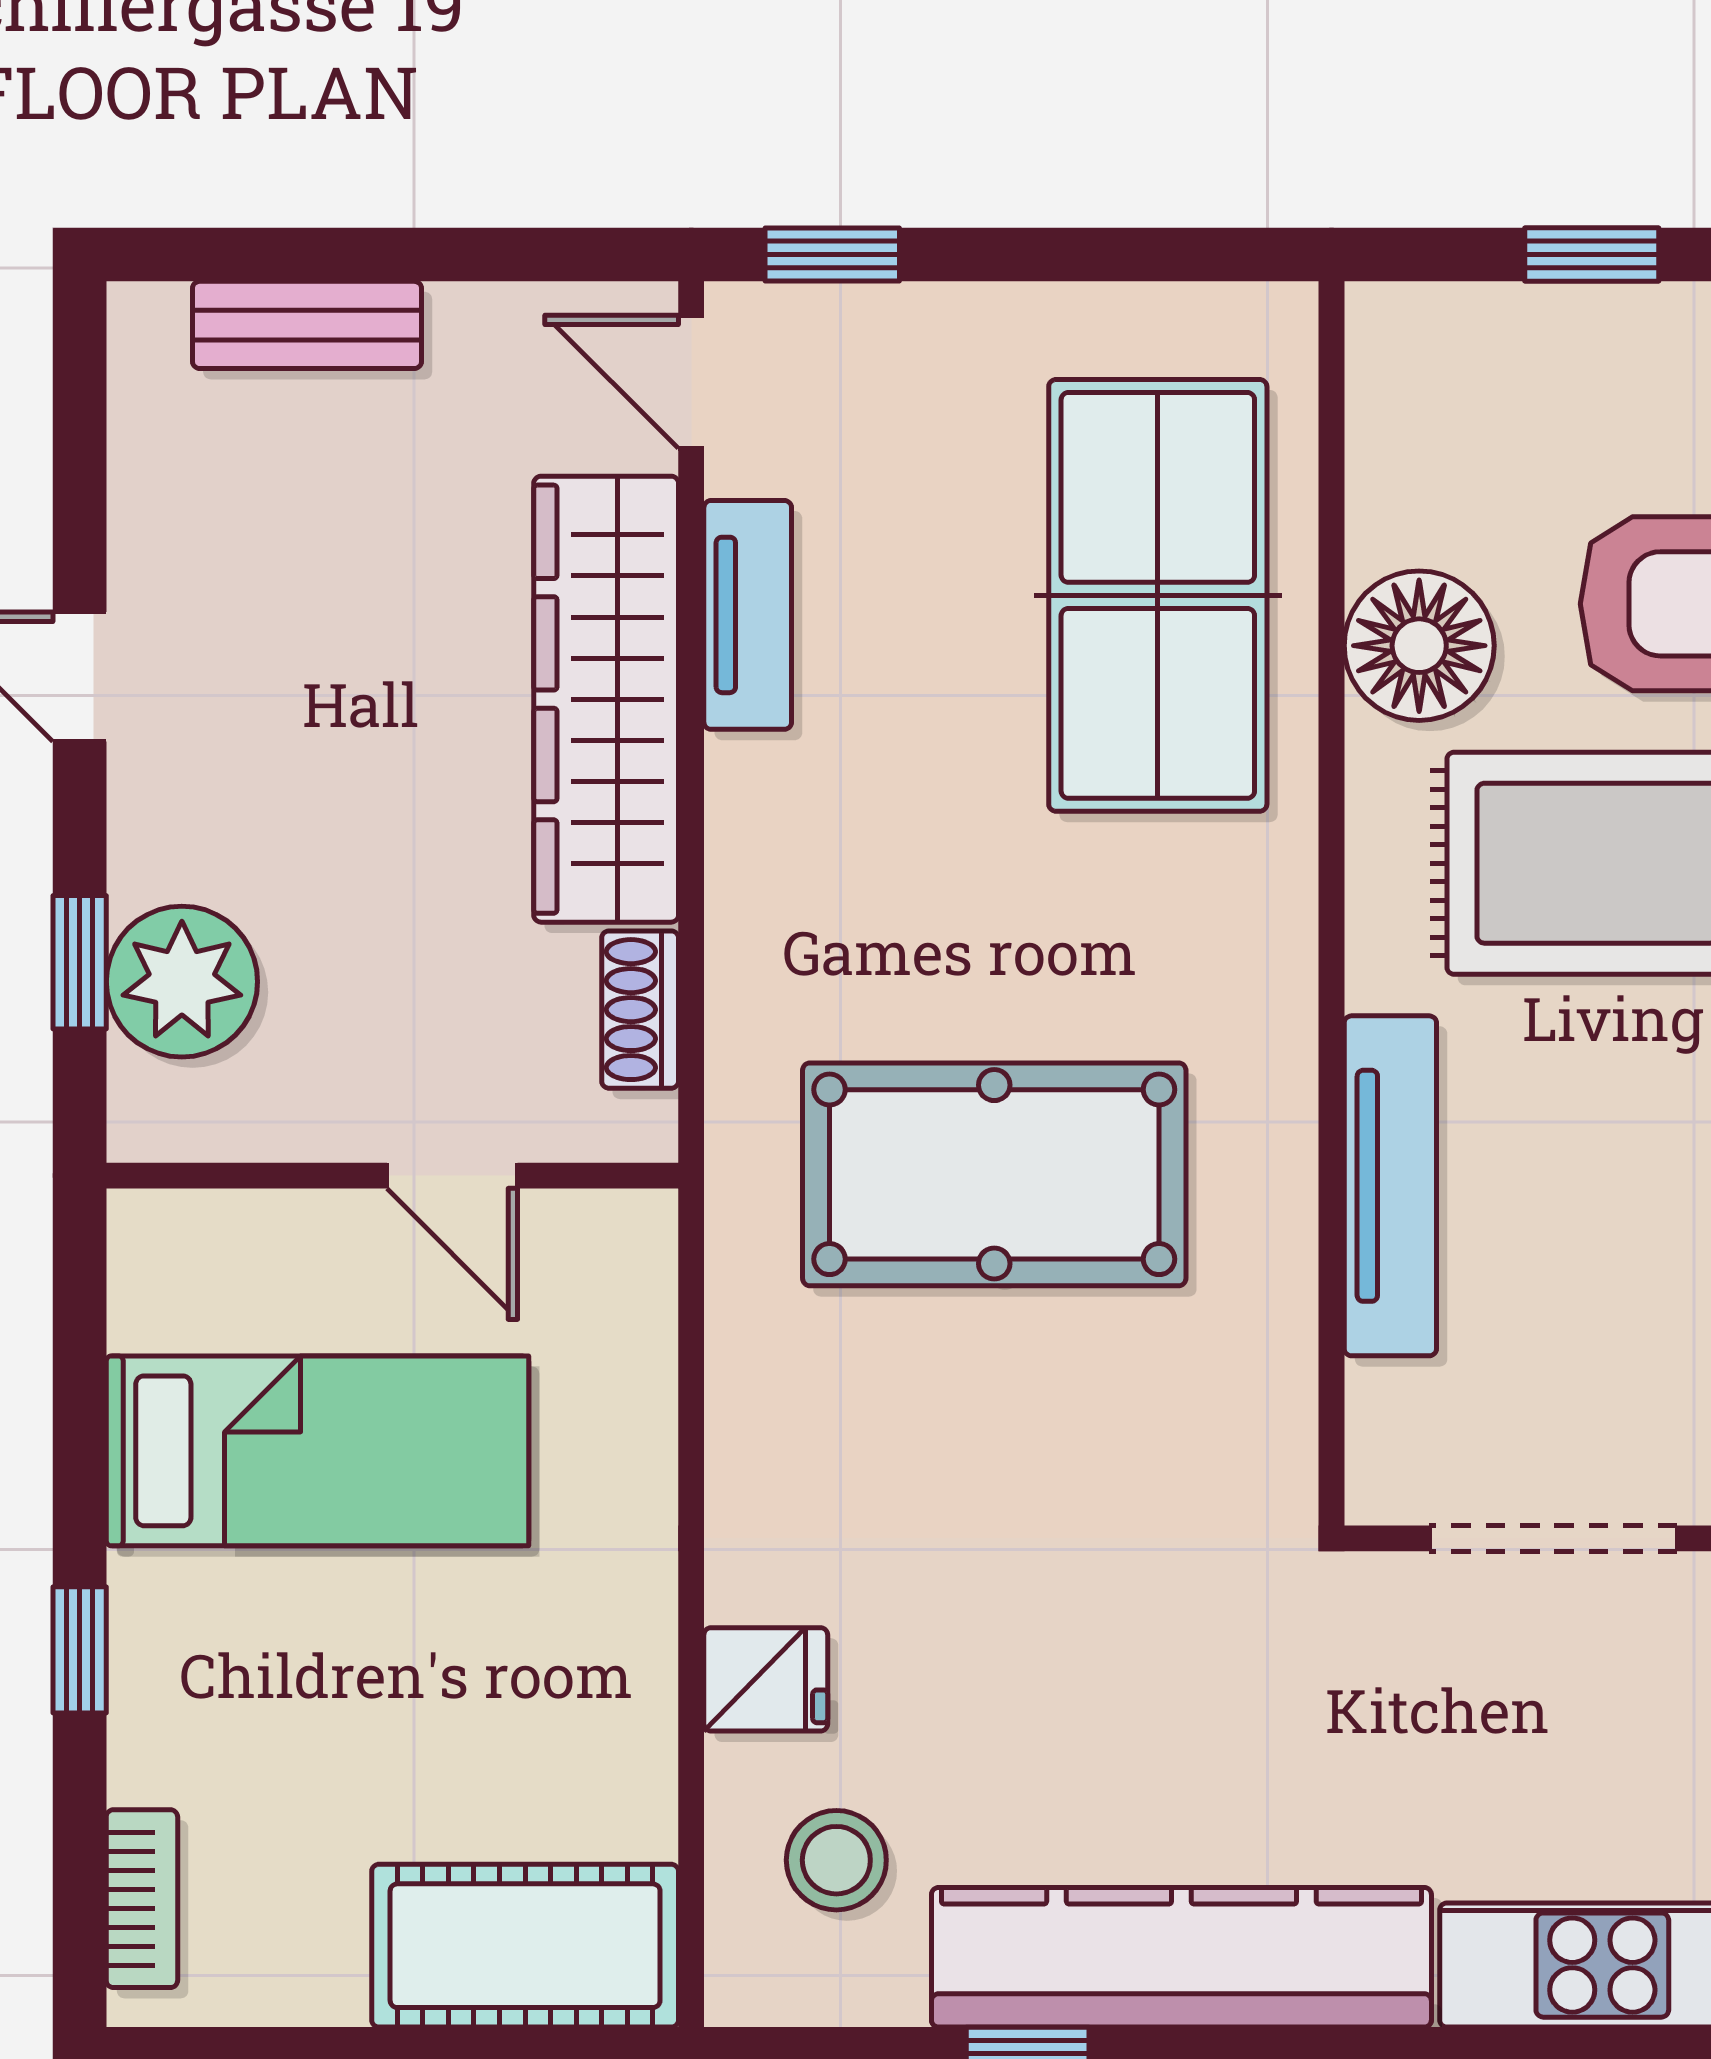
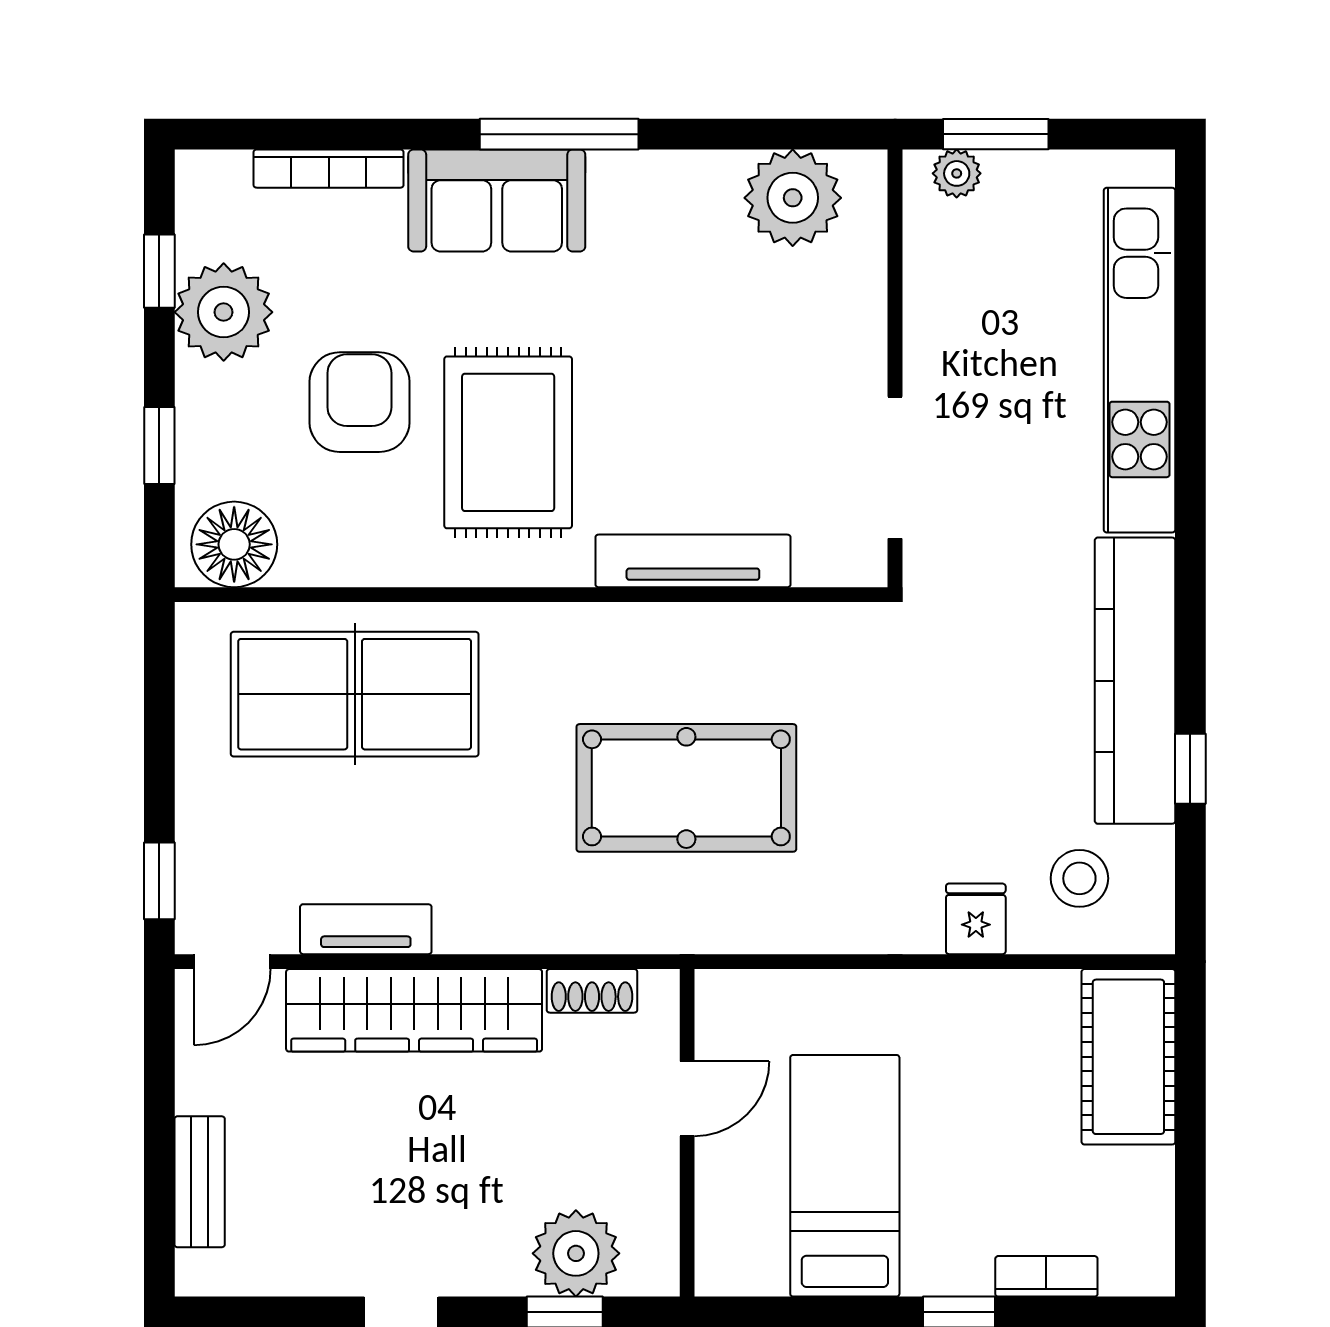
floor lamp: (1419, 646) -> (234, 544), moved
pool table: (994, 1174) -> (686, 788), turned 90
bookcase: (142, 1899) -> (1046, 1276), moved

